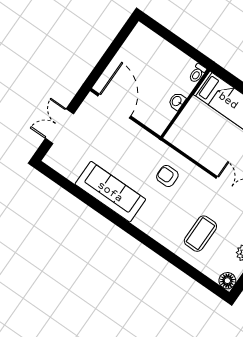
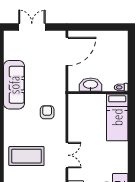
washbasin: (177, 101) -> (91, 85), width x1.91, depth x1.45
coffee table: (200, 234) -> (26, 156), width x1.36, depth x1.32

